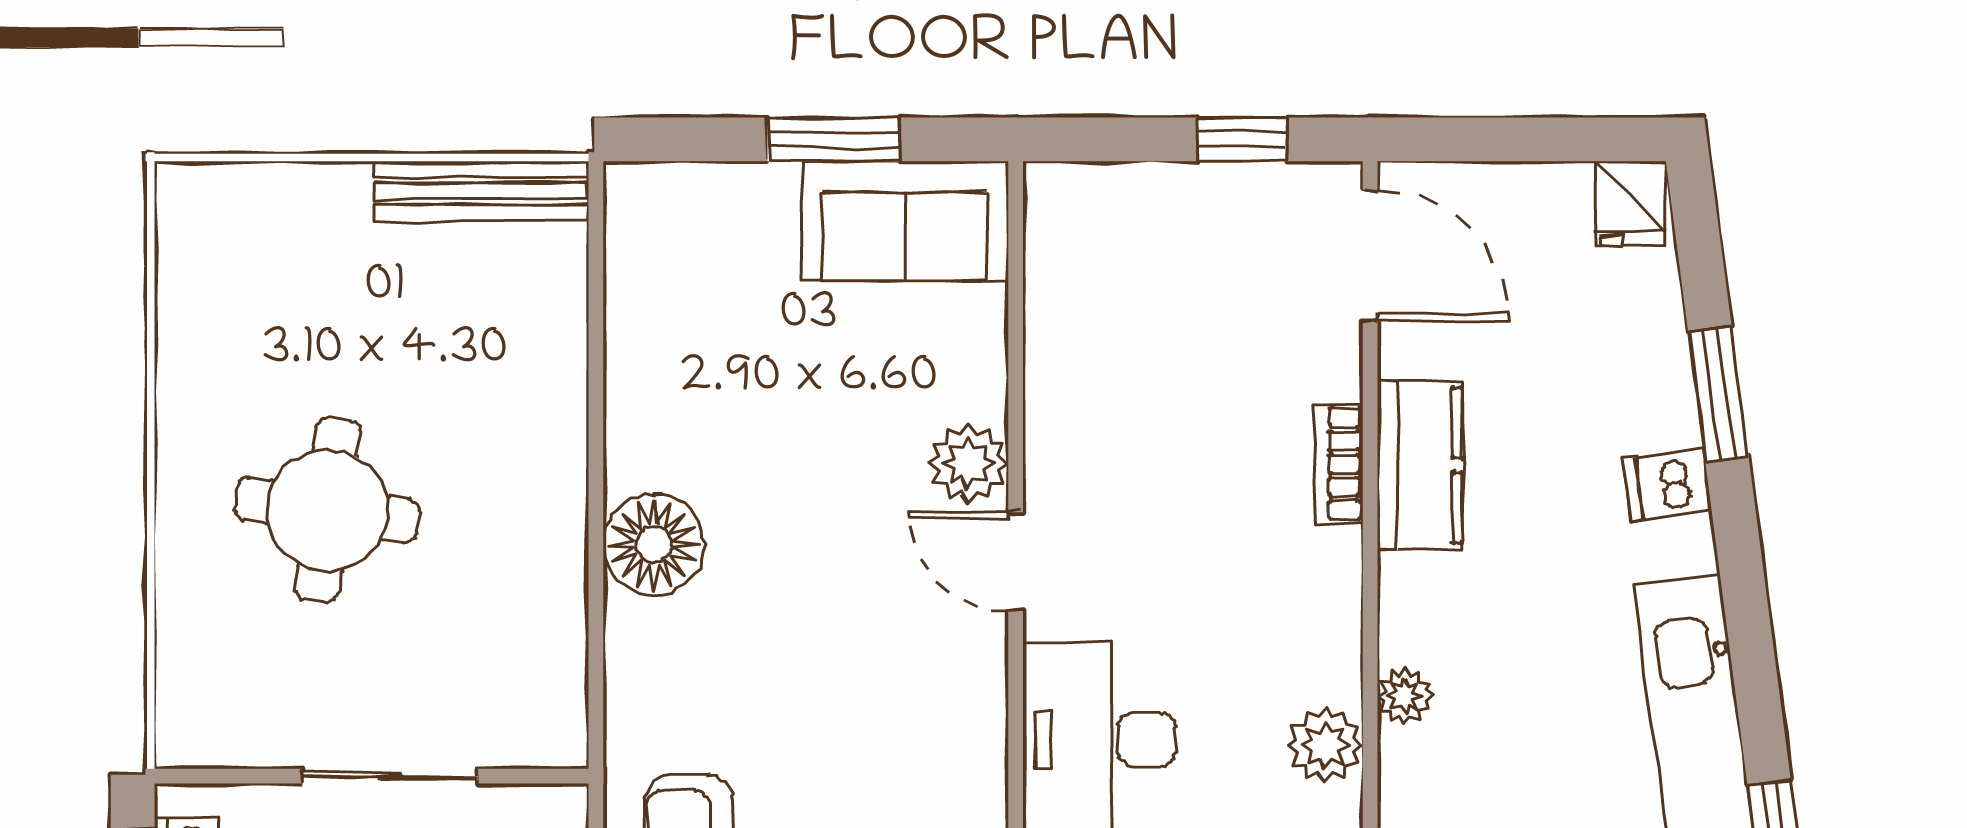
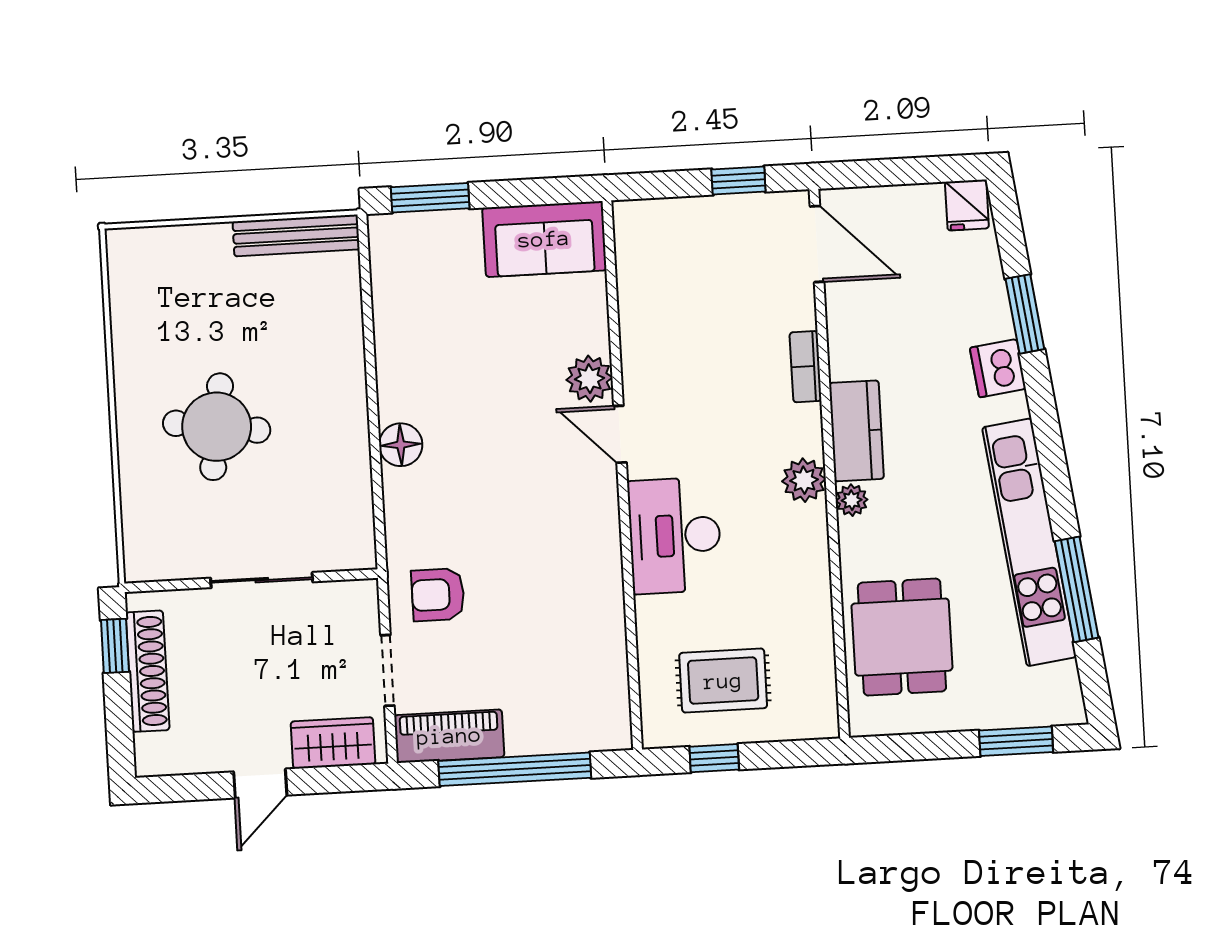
window: (834, 139) -> (430, 198), moved
kitchen counter: (1420, 465) -> (856, 431), moved
dishwasher: (1667, 485) -> (998, 368), width x1.38
floor lamp: (654, 544) -> (401, 445), width x0.73, depth x0.73
plant: (1325, 745) -> (804, 480), moved

